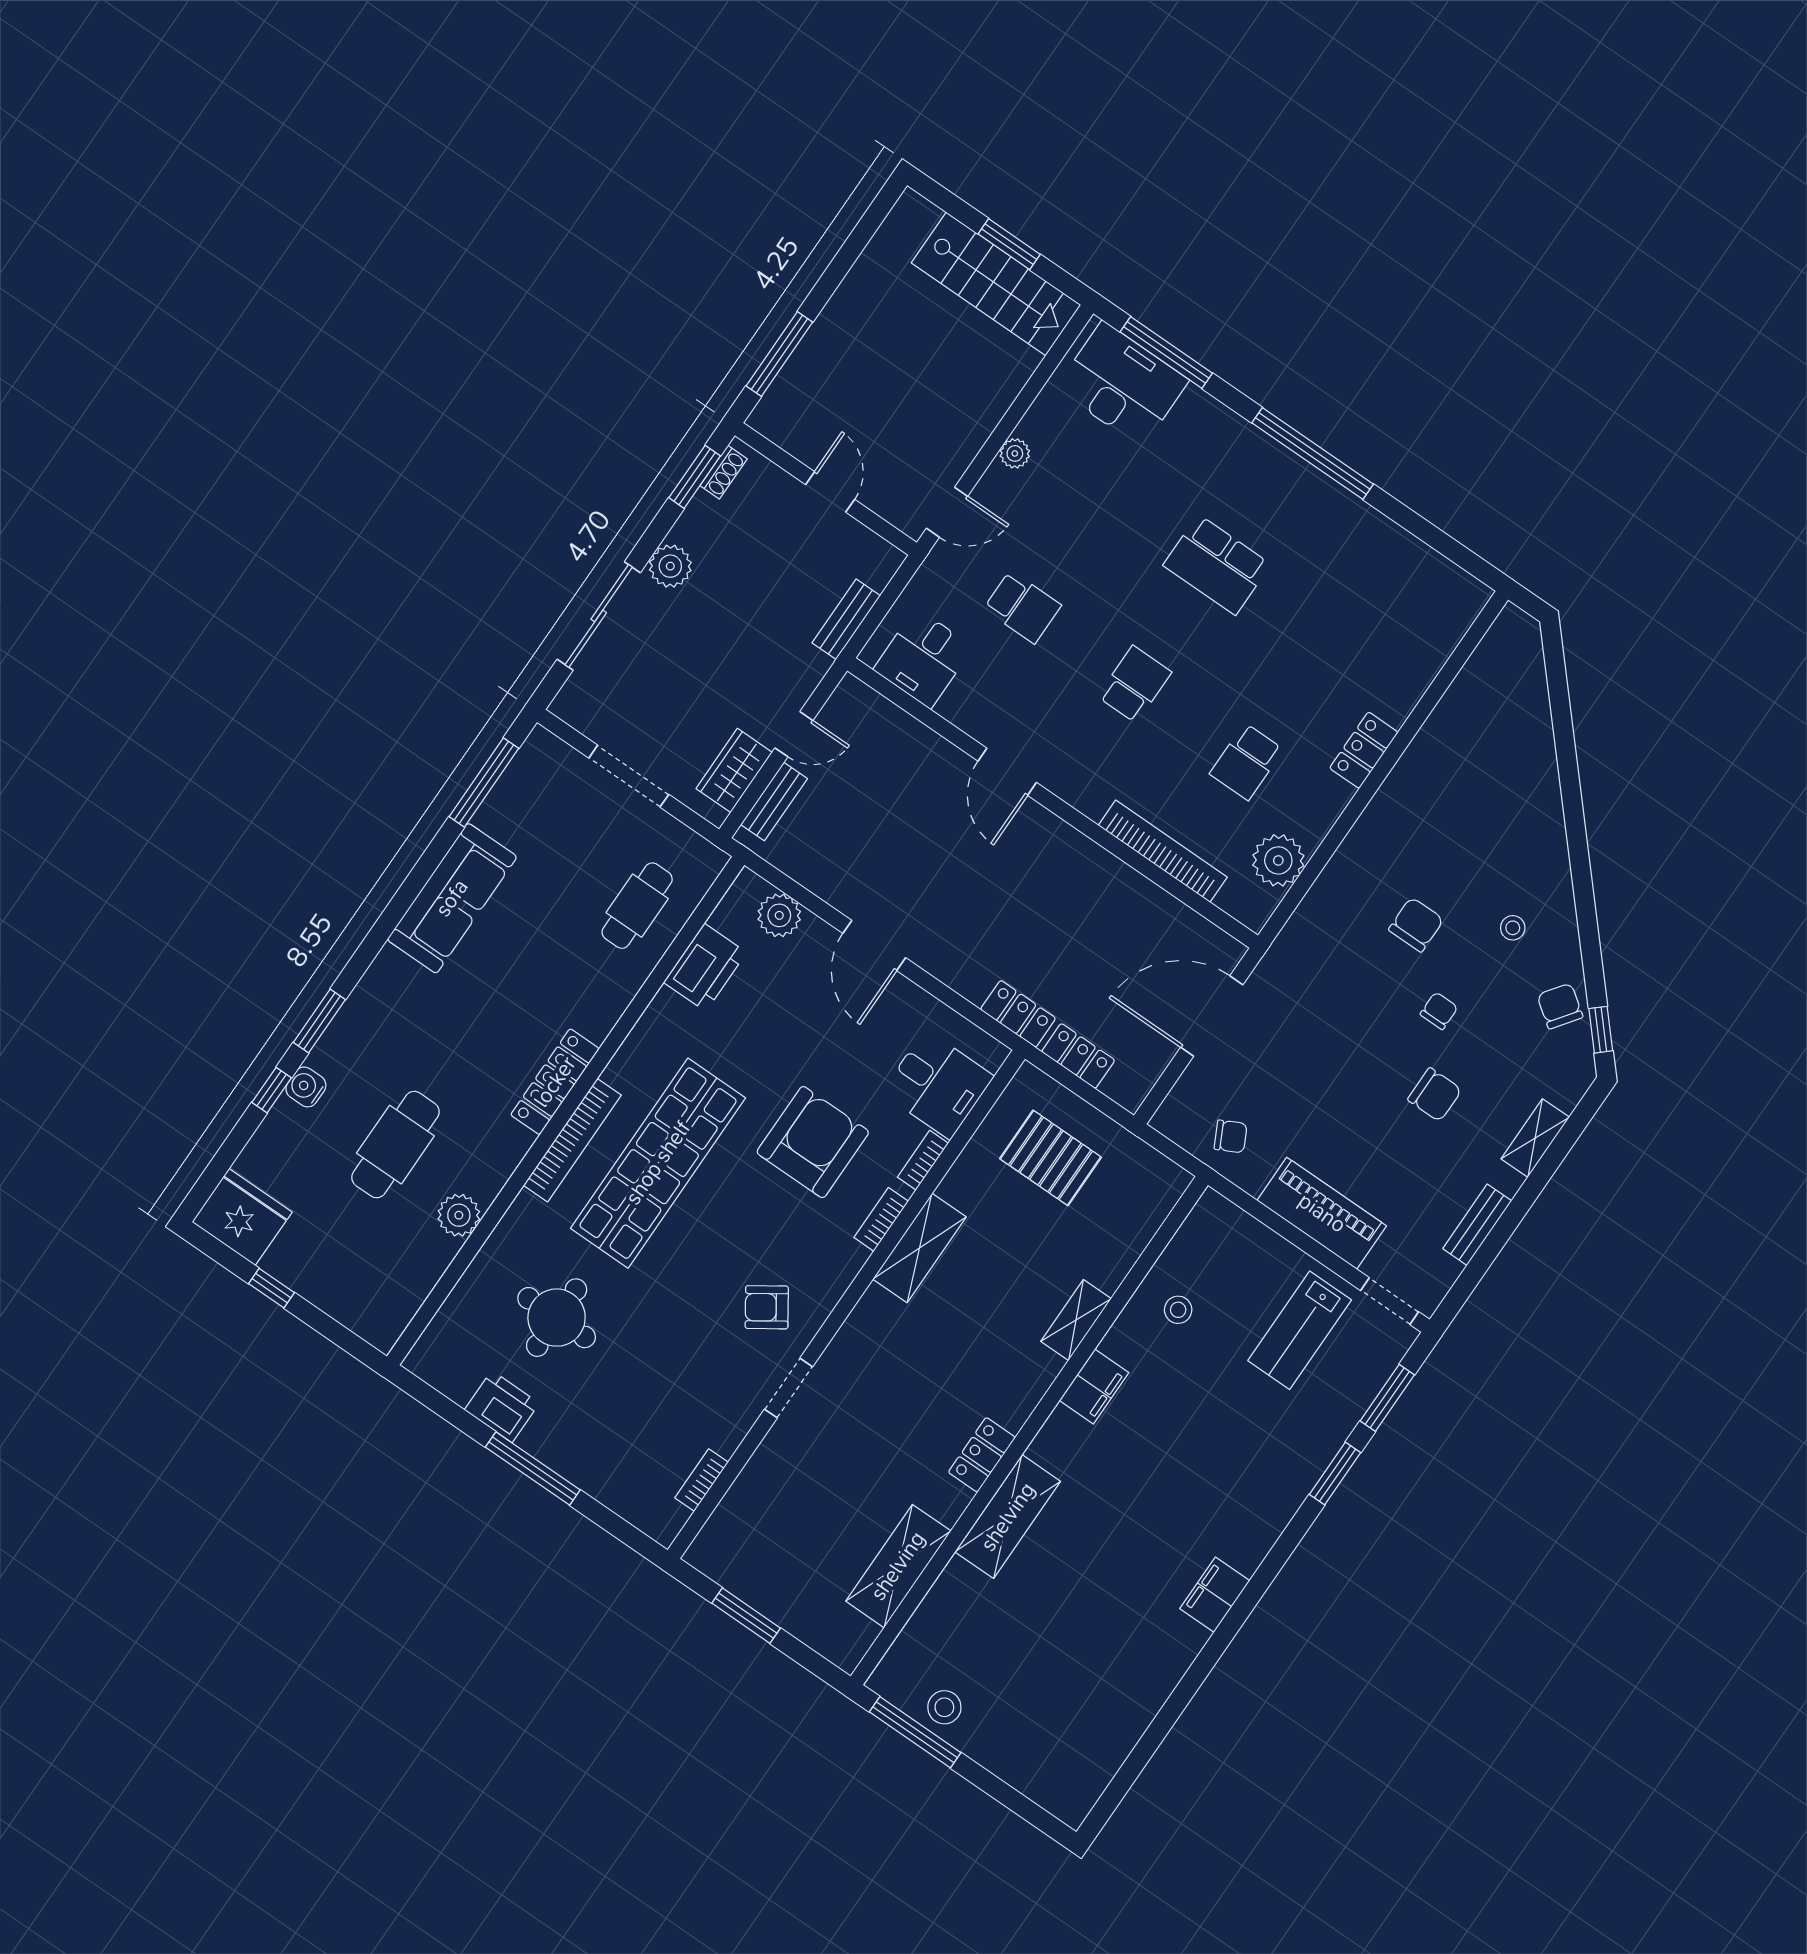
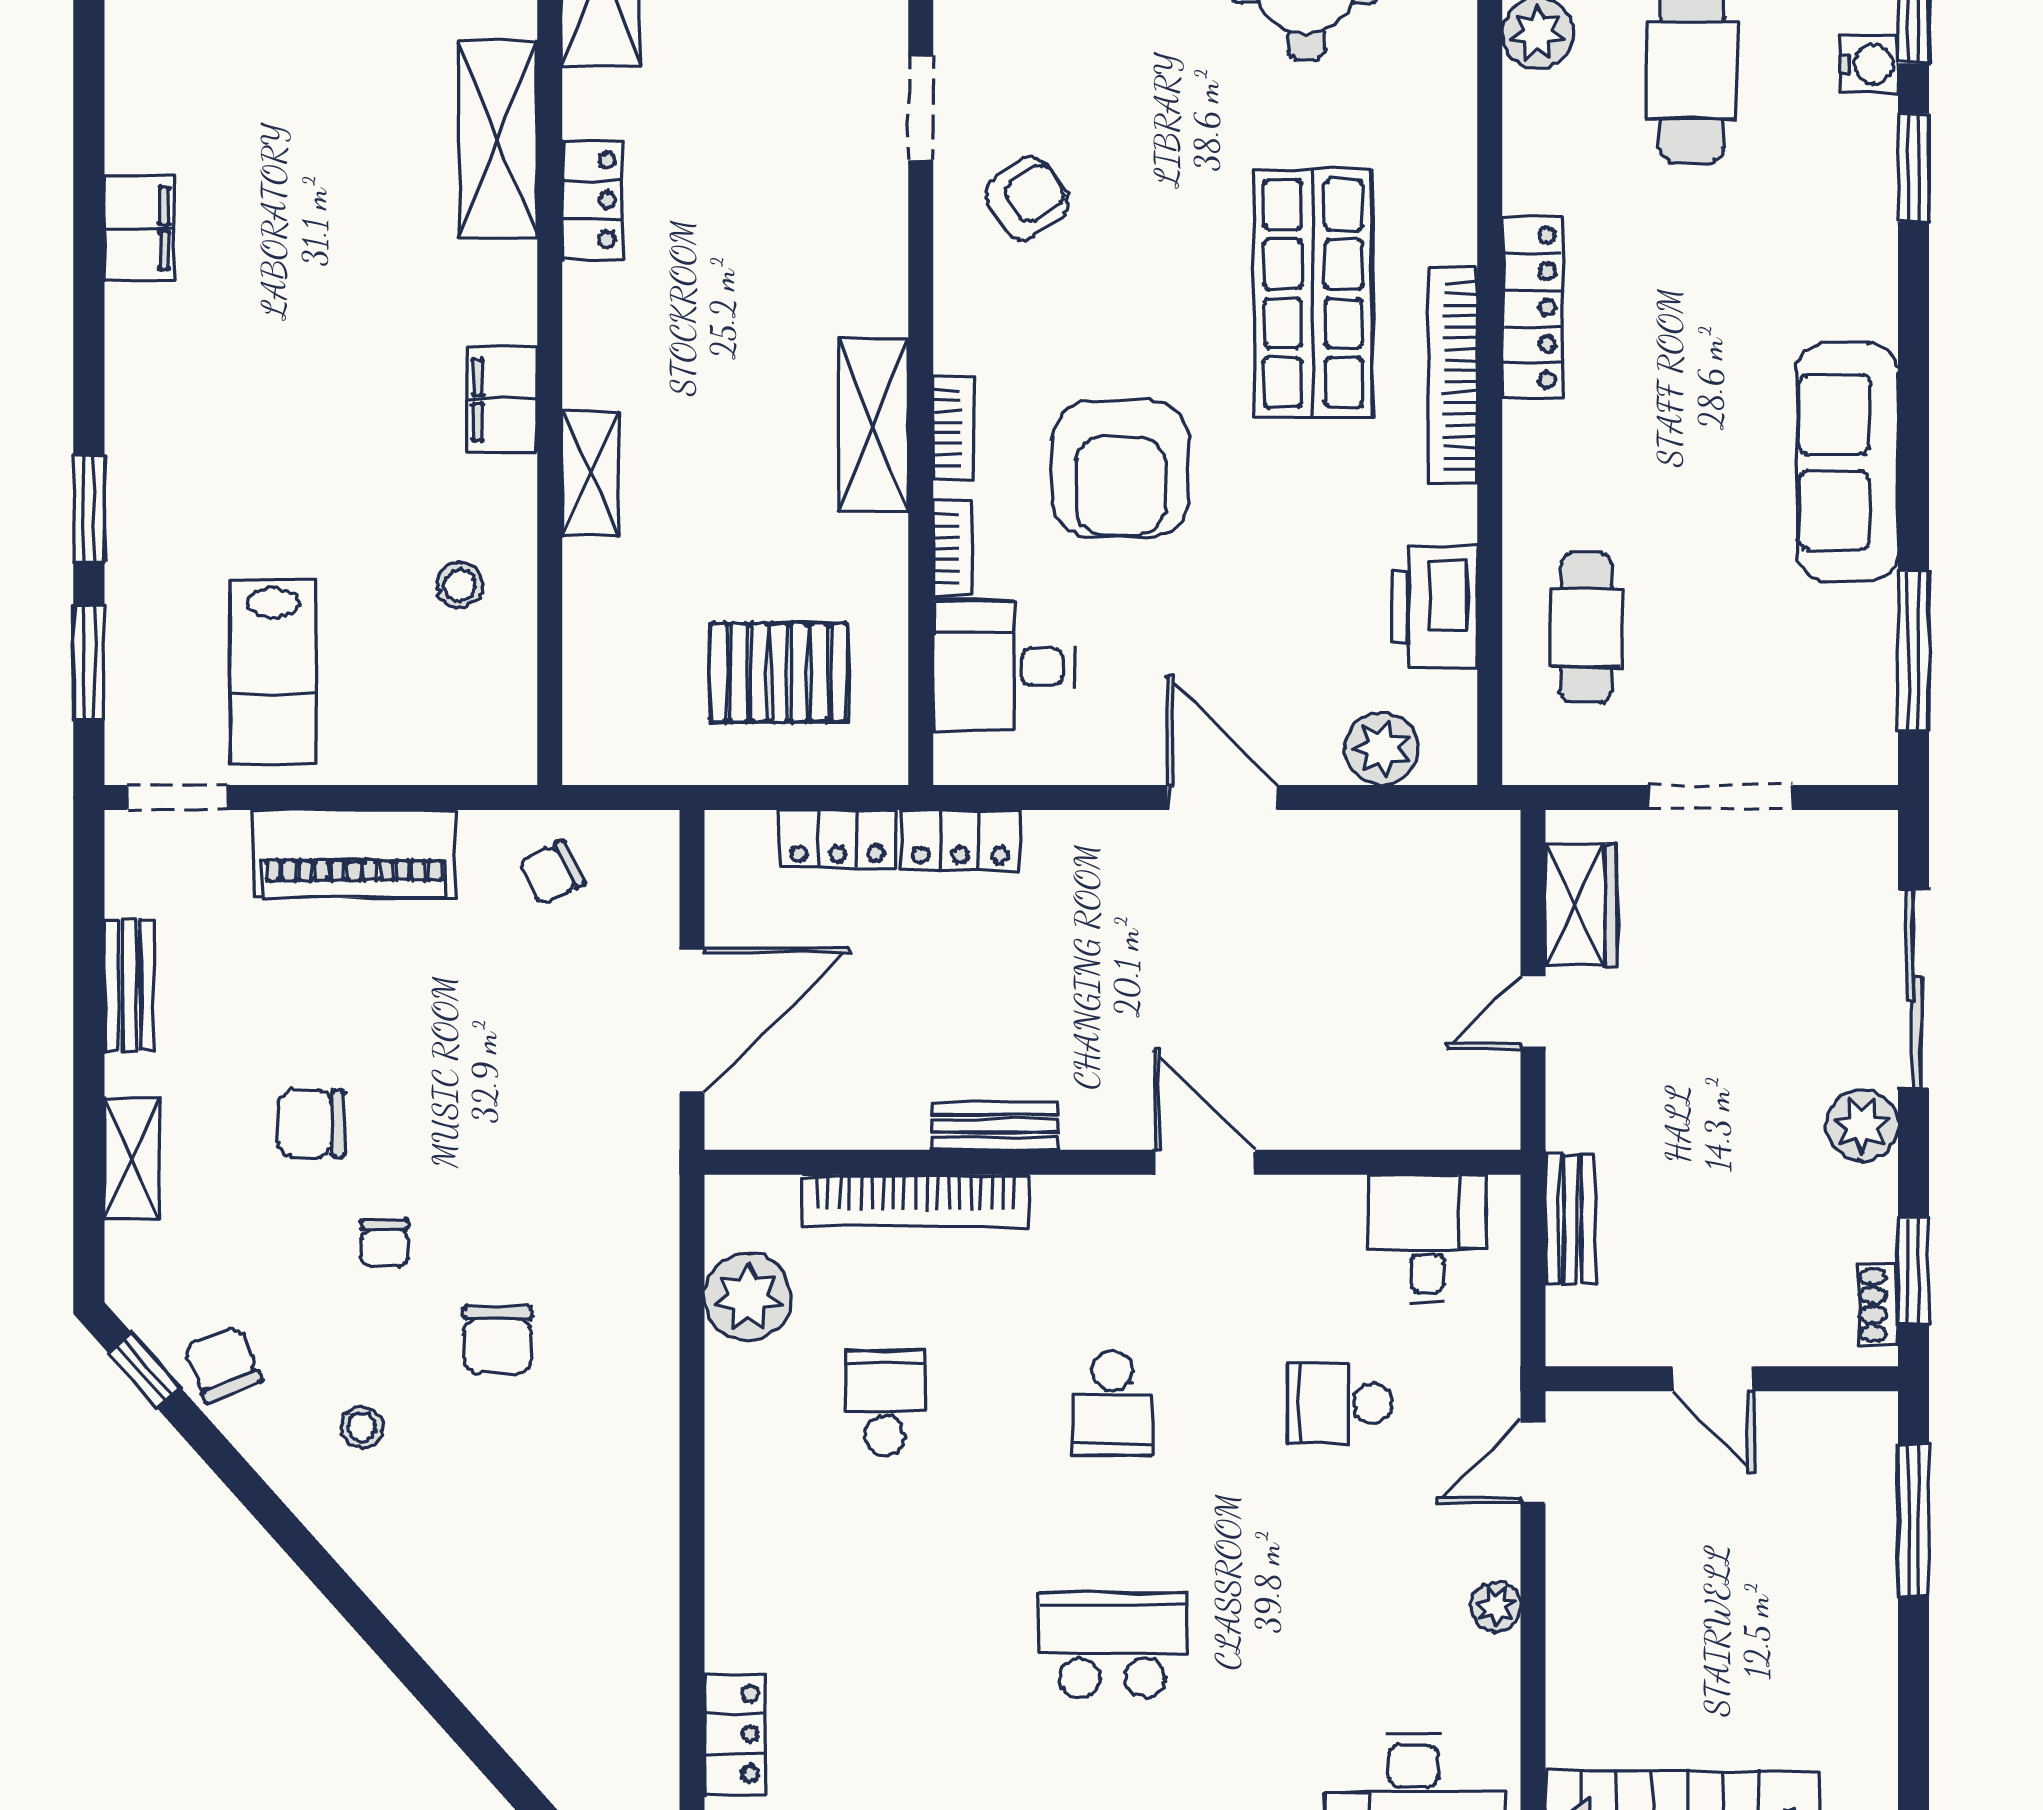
locker: (1364, 750) -> (735, 1734), moved
bench: (774, 802) -> (995, 1126), moved, turned 90
chair: (1560, 1006) -> (223, 1364), turned -148
bookcase: (572, 1140) -> (1453, 376), moved
shop shelf: (658, 1163) -> (1313, 293), width x0.71
lab bench: (1300, 1330) -> (273, 672), turned 180

